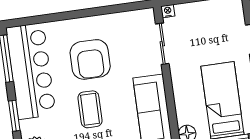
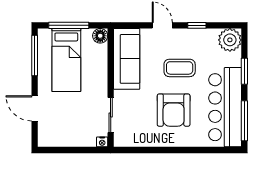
armchair: (90, 59) -> (174, 110), turned 180
coffee table: (90, 109) -> (180, 68), turned 90

